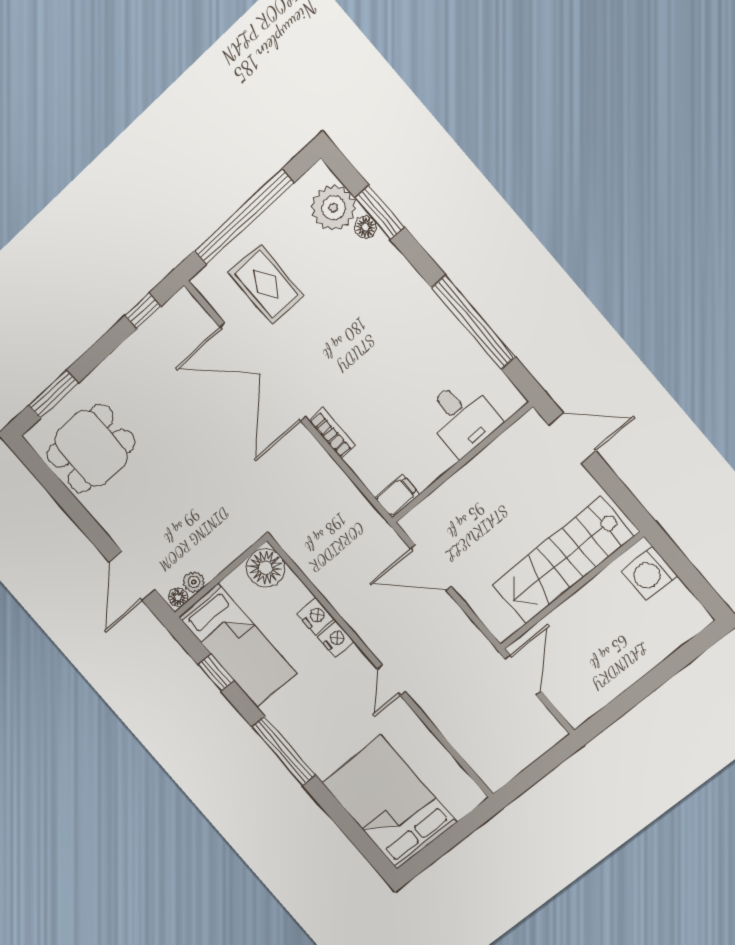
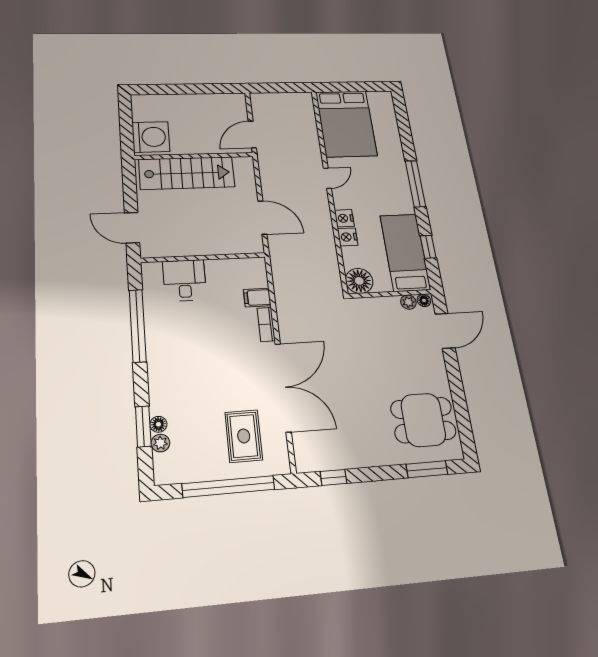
plant: (333, 208) -> (160, 443), width x0.53, depth x0.53
filing cabinet: (397, 496) -> (257, 298), moved
washing machine: (649, 574) -> (151, 137), width x1.37, depth x1.37
bed: (389, 802) -> (346, 124), moved

